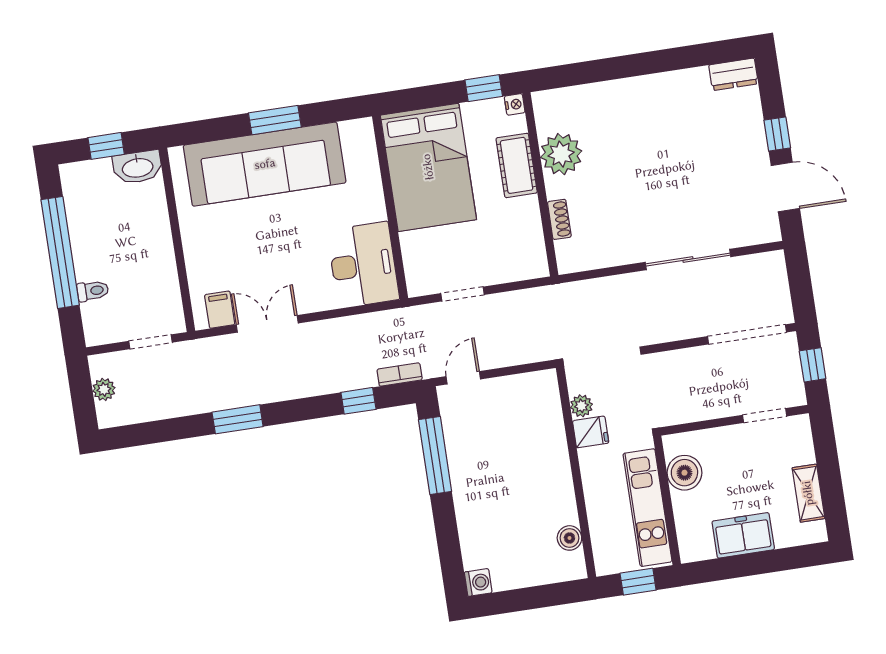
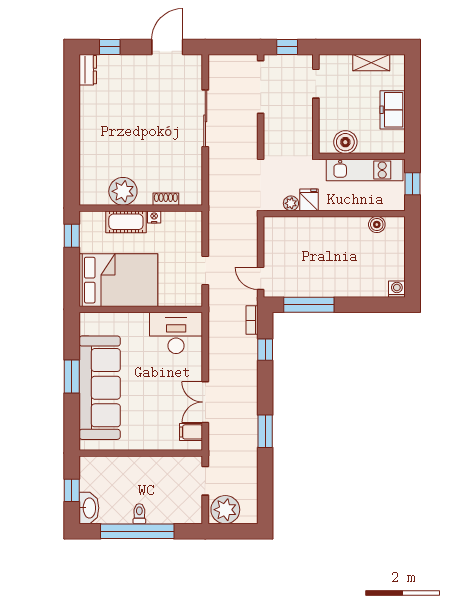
nightstand: (515, 104) -> (154, 217), moved
window: (777, 134) -> (110, 47), moved
washbasin: (138, 167) -> (89, 508), moved
toilet: (93, 291) -> (139, 514), moved
plant: (104, 389) -> (225, 510), width x1.88, depth x1.88

